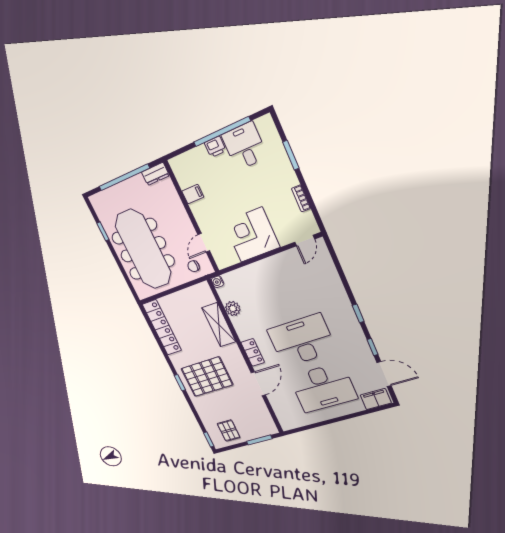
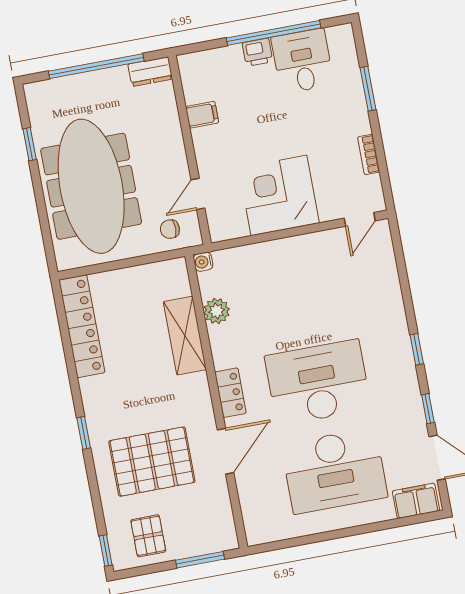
pallet: (207, 377) -> (152, 462), moved

